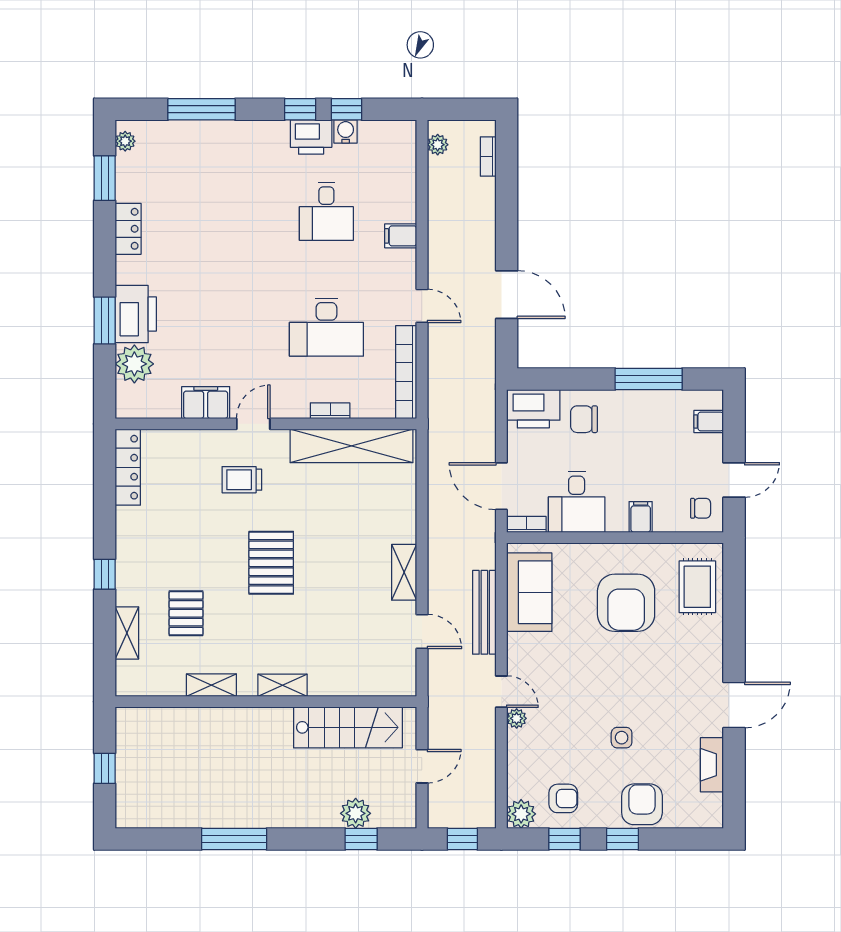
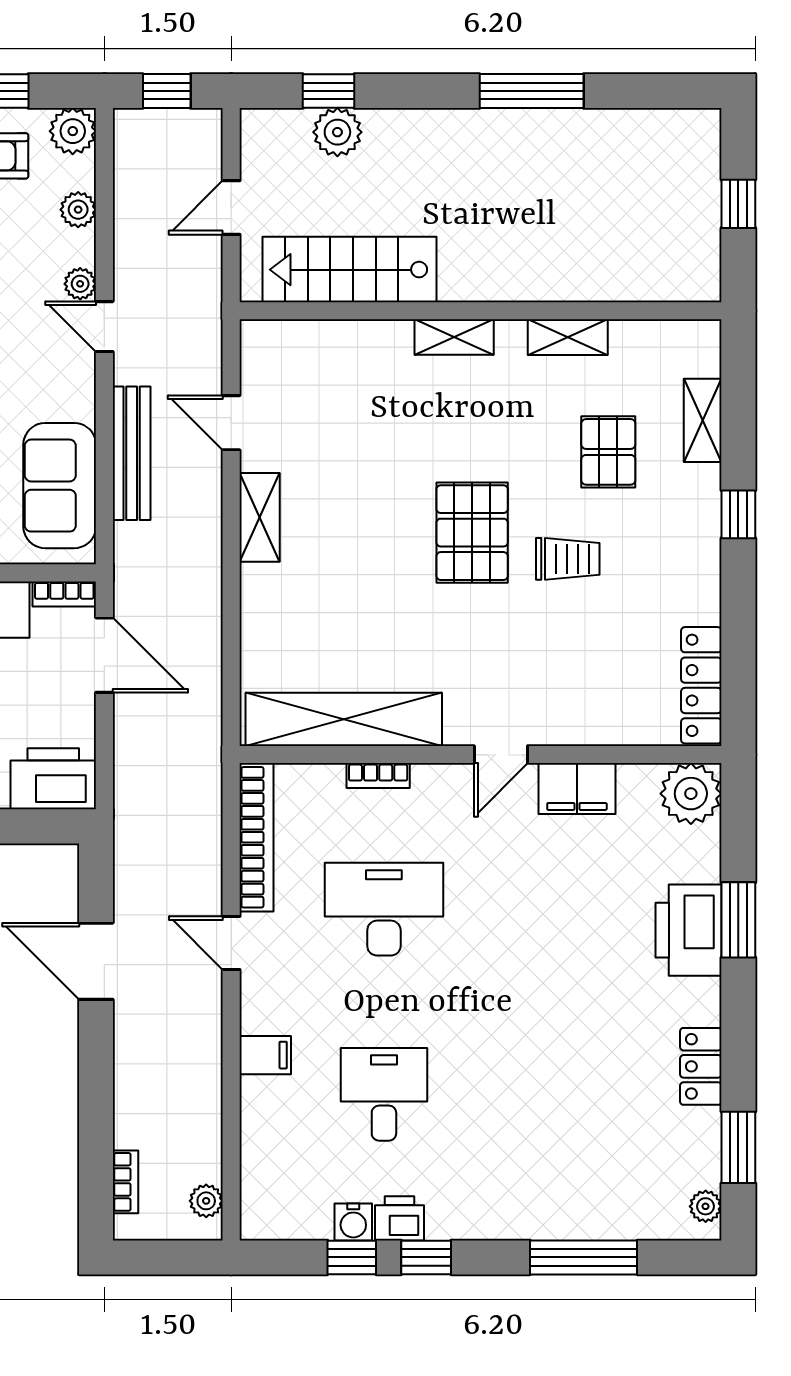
printer: (311, 137) -> (400, 1218), width x0.73, depth x0.81
plant: (134, 364) -> (691, 794), moved
trolley: (242, 480) -> (568, 559), moved
plant: (518, 765) -> (78, 210), added

